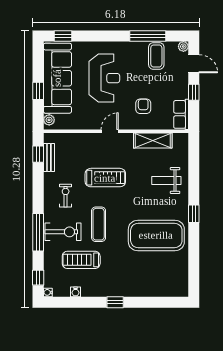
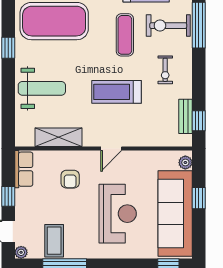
reception desk: (104, 78) -> (118, 214), turned 180
weight bench: (166, 181) -> (42, 88), width x1.36, depth x1.33

